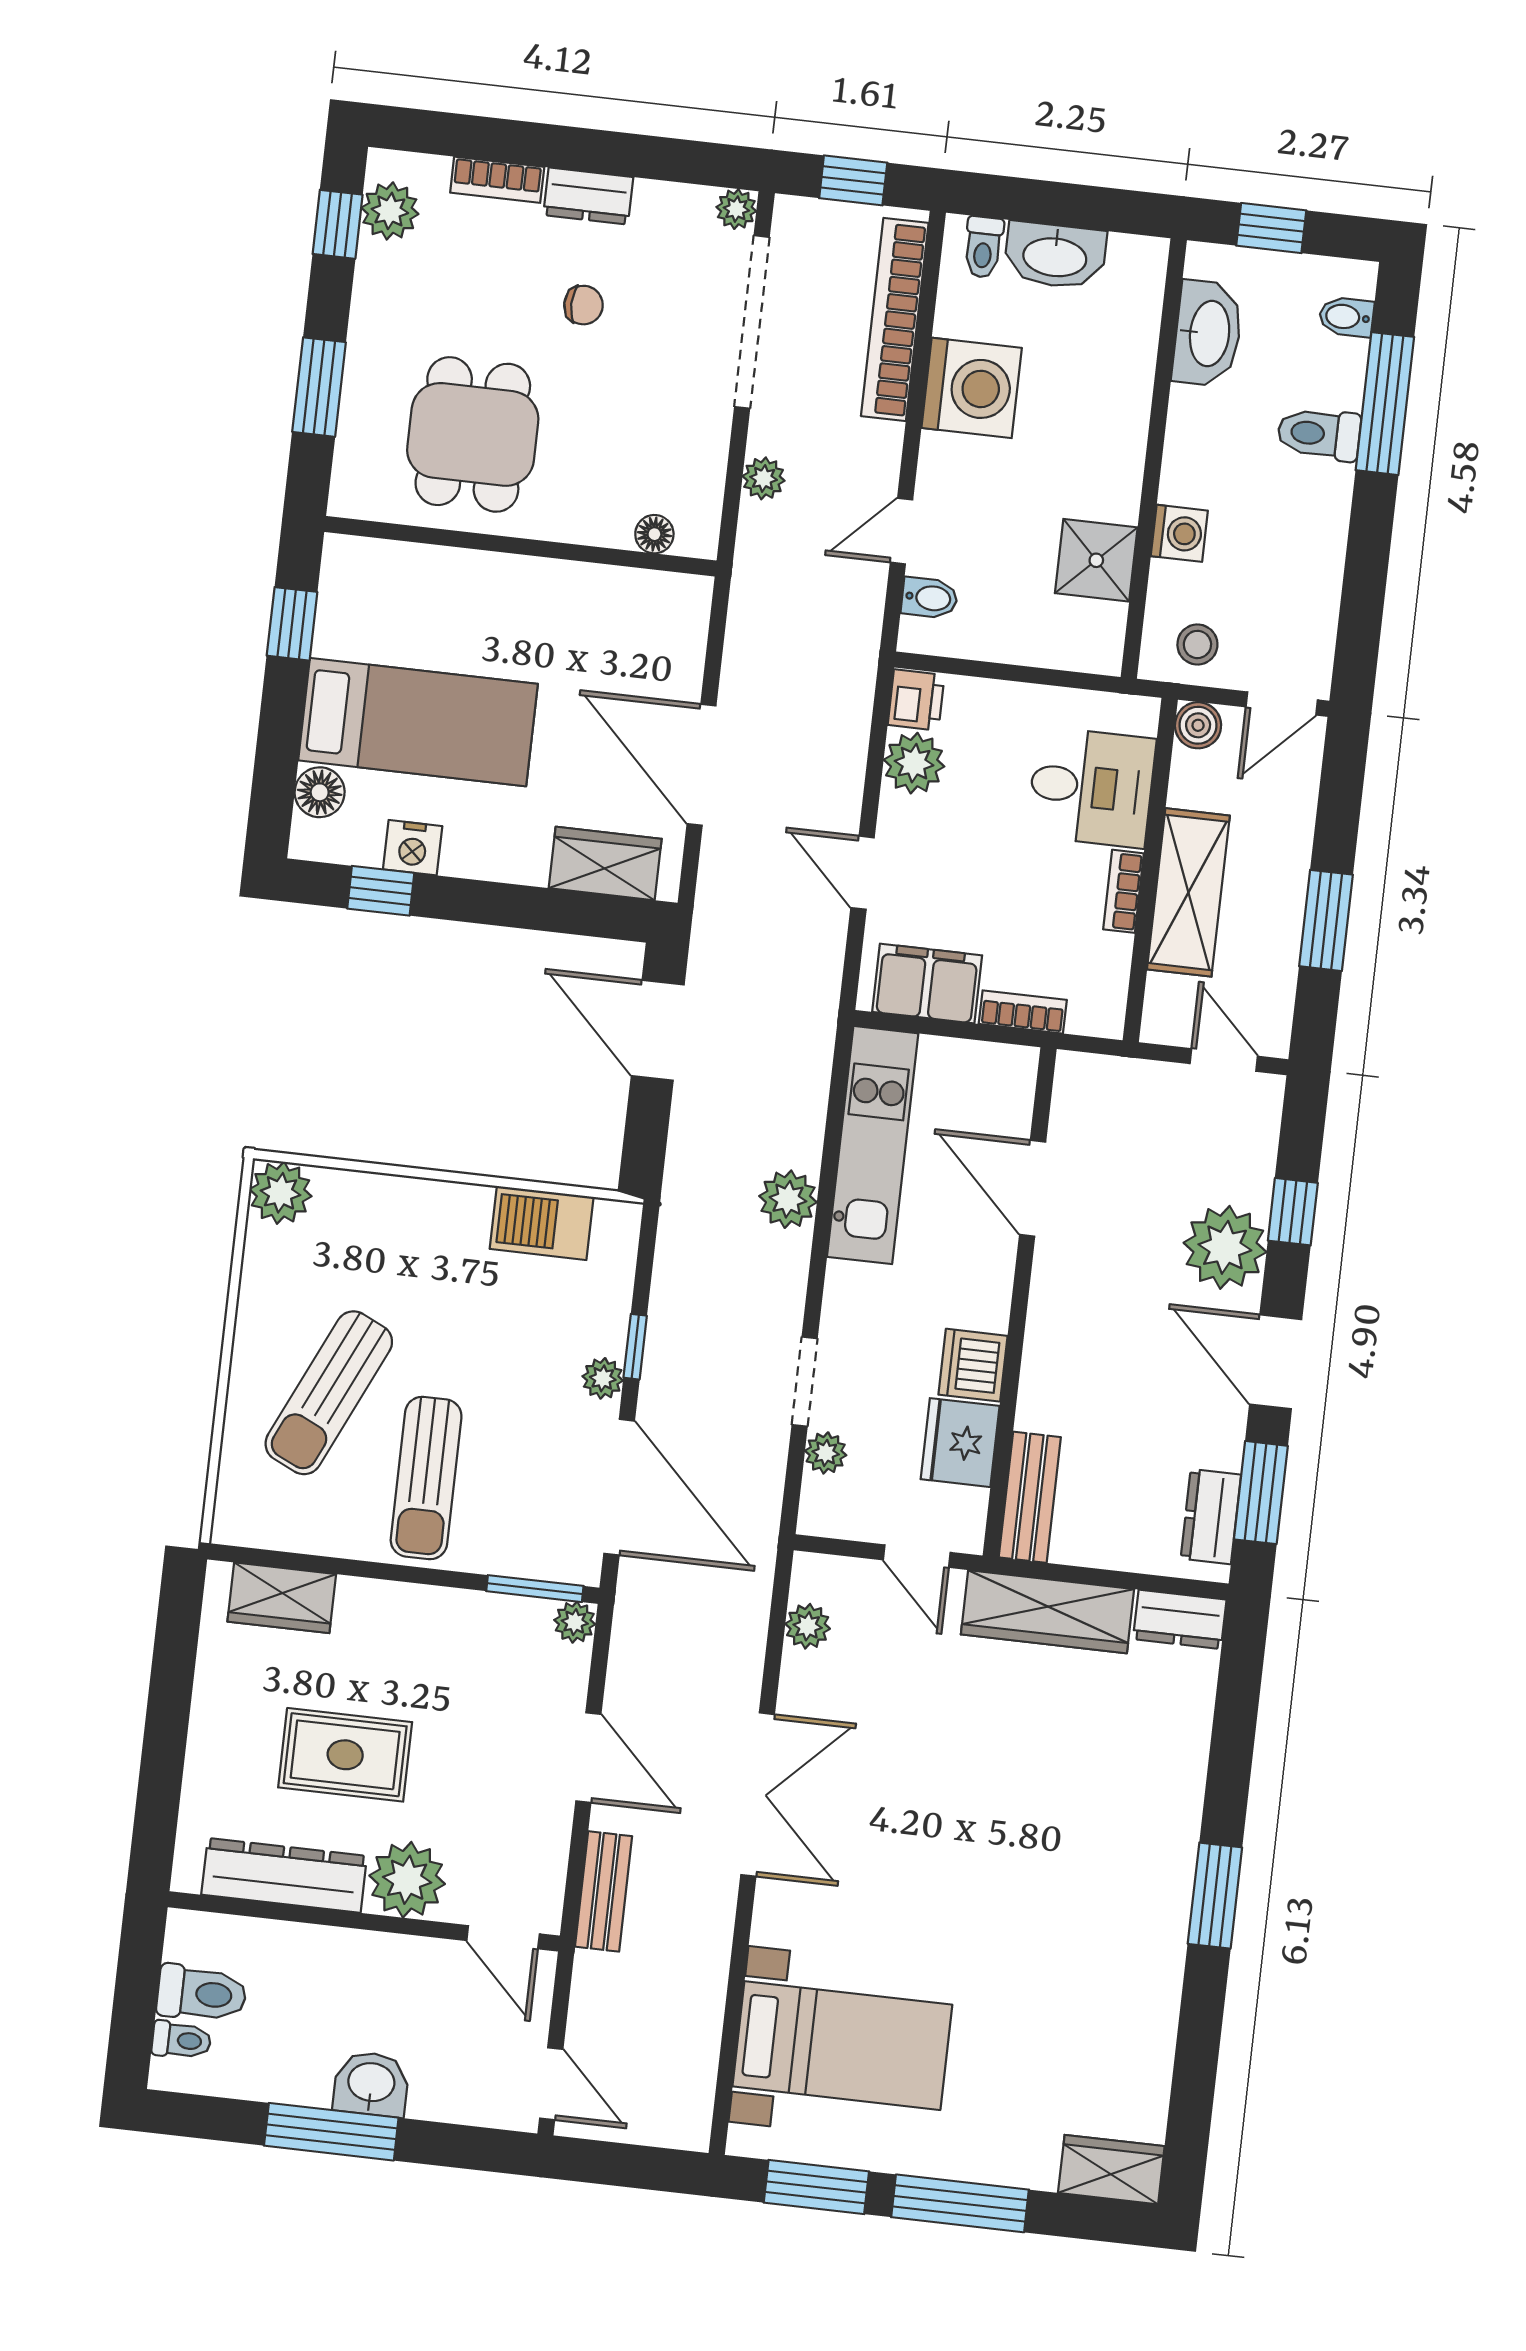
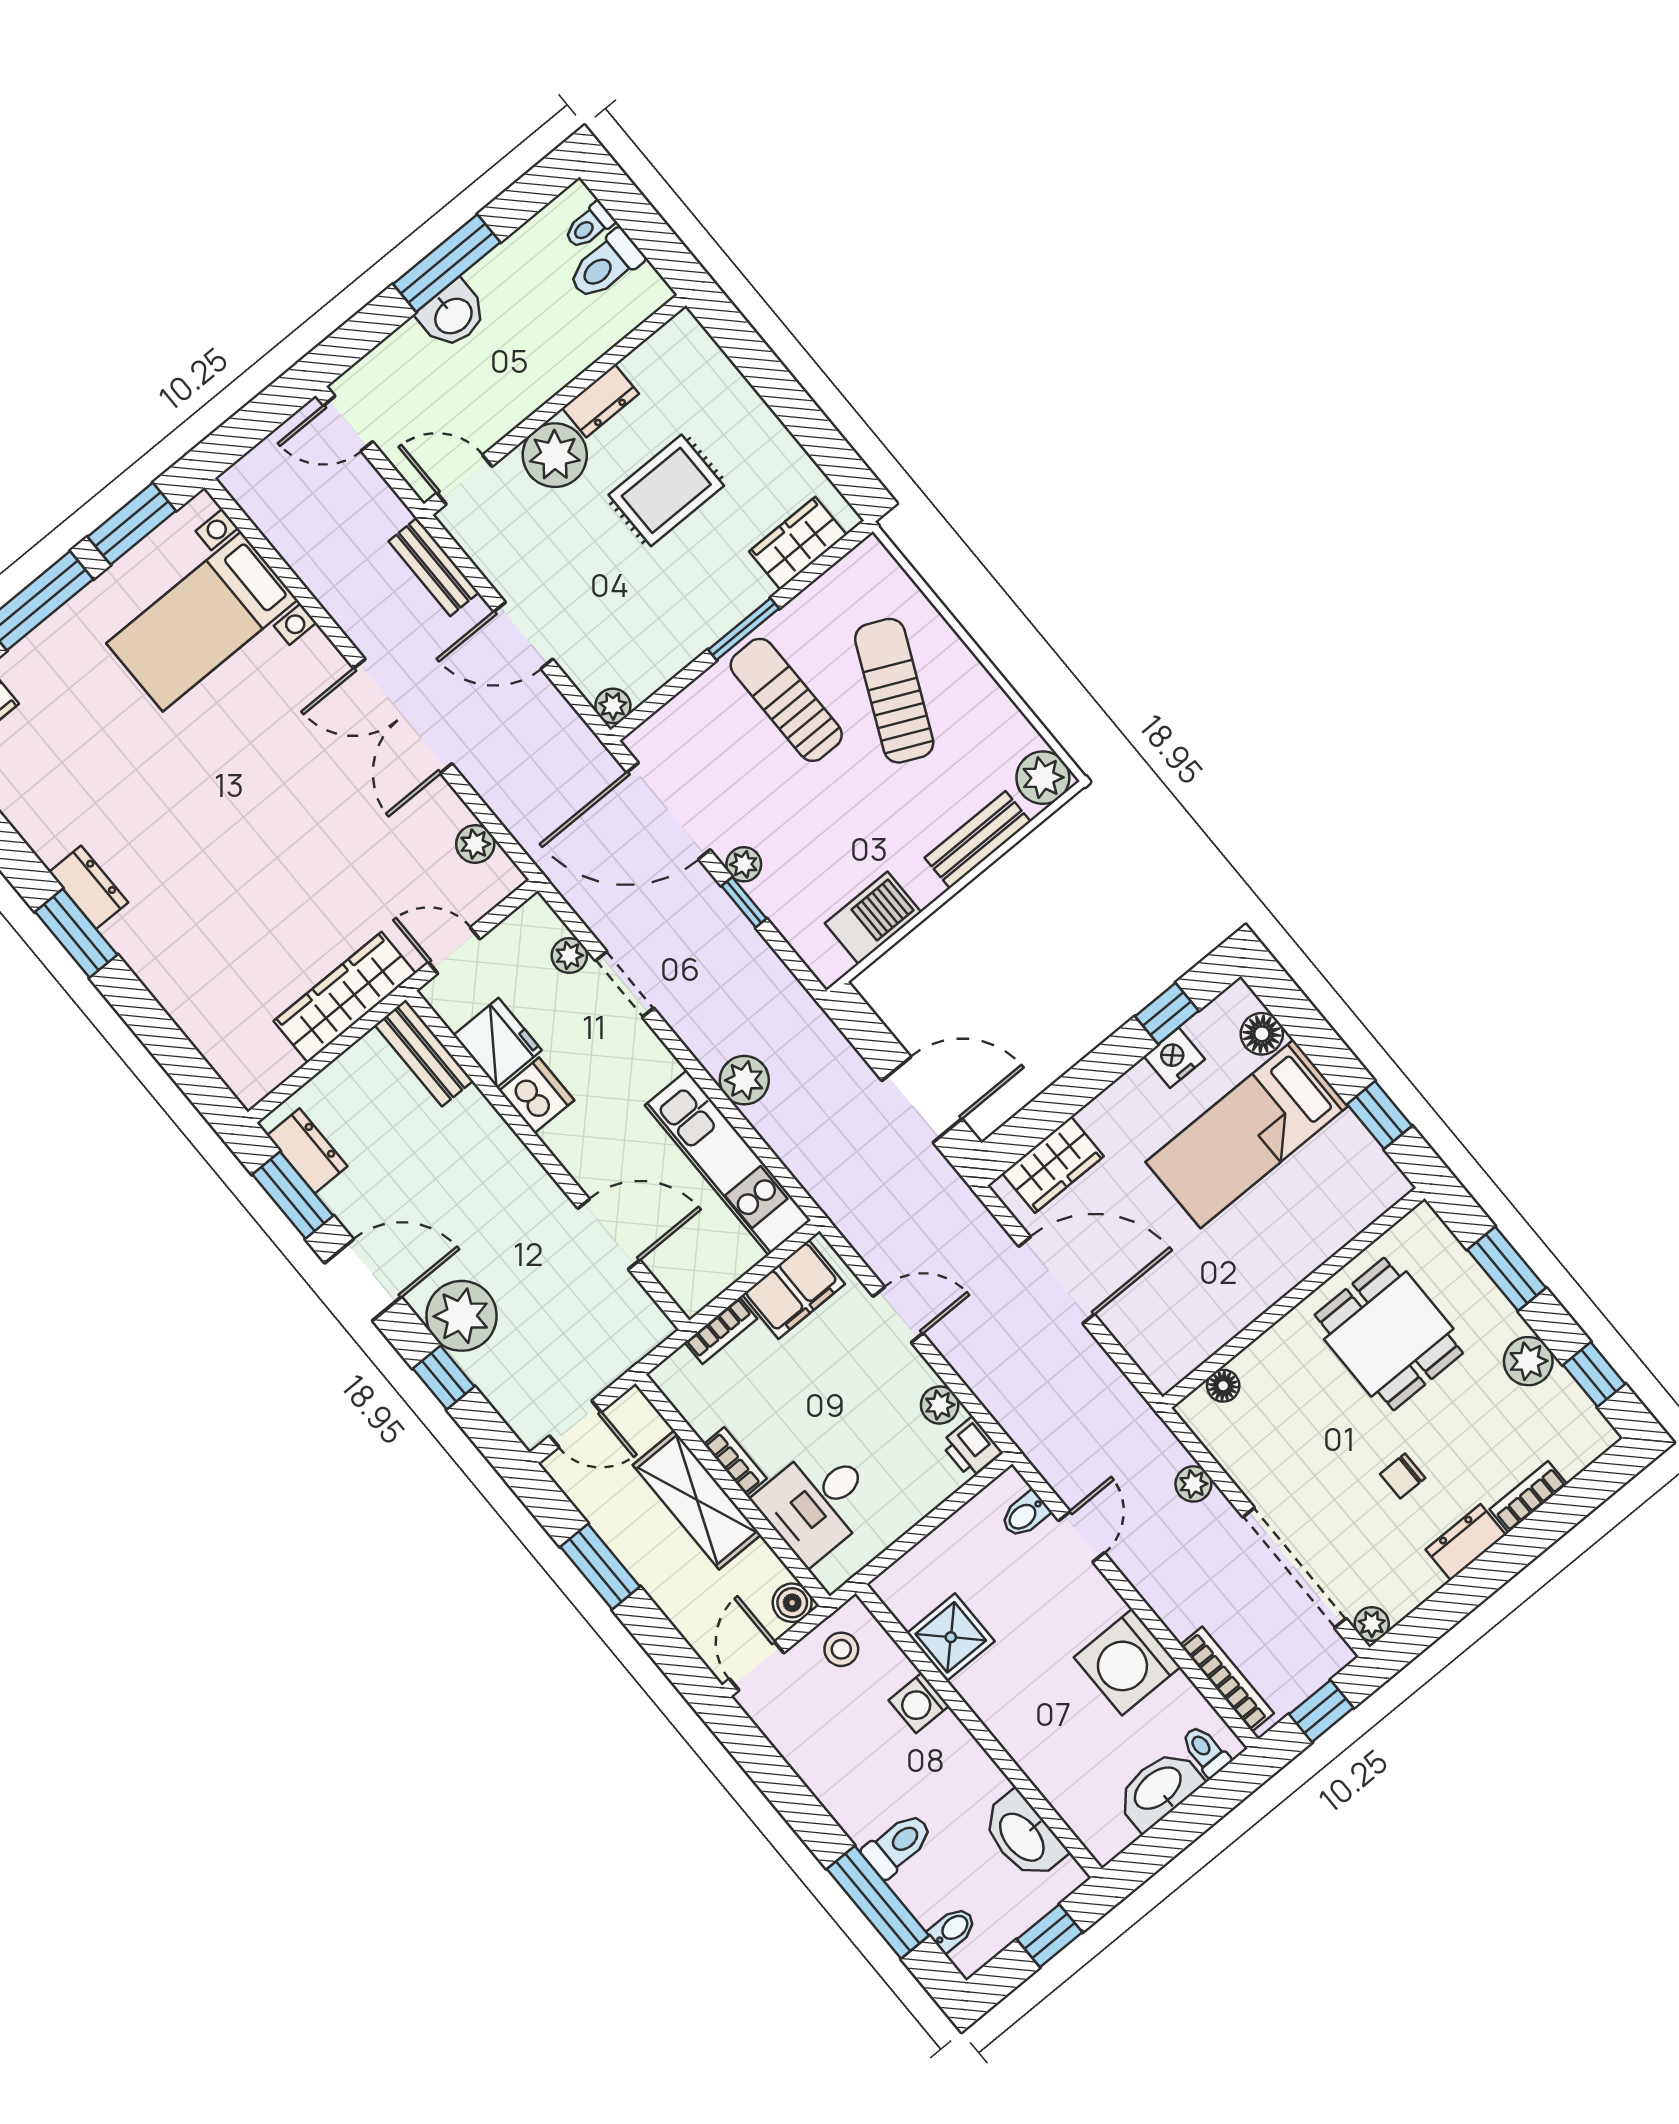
plant: (390, 211) -> (1528, 1361), moved
bookcase: (895, 319) -> (1227, 1679), width x0.68, depth x0.76
plant: (914, 763) -> (940, 1405), width x0.73, depth x0.73
bench: (388, 1198) -> (978, 840), added
window: (535, 1589) -> (744, 629), moved
dresser: (1180, 1619) -> (89, 887), moved, turned 90
dresser: (284, 1875) -> (600, 401), width x0.51, depth x0.80

